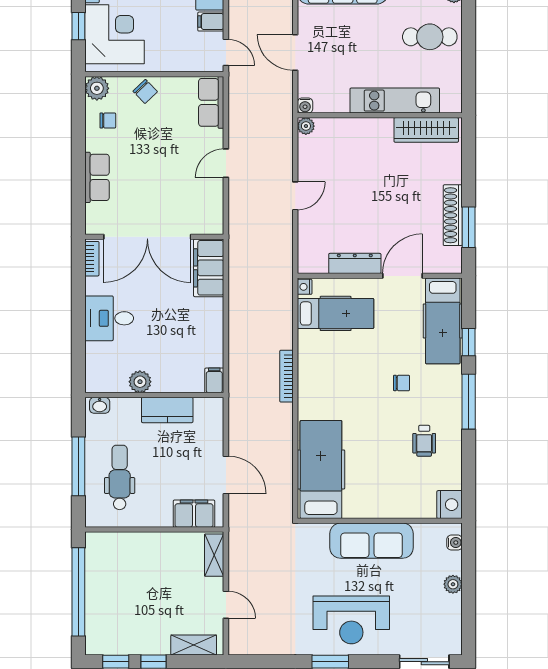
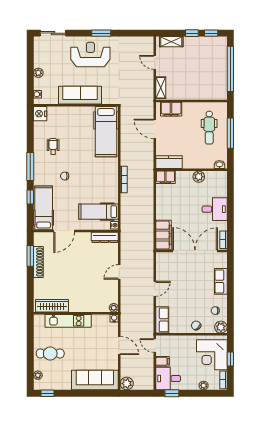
dresser: (355, 263) -> (105, 237), moved
filing cabinet: (214, 380) -> (165, 177), width x2.00
kitchen counter: (167, 410) -> (169, 162), moved

